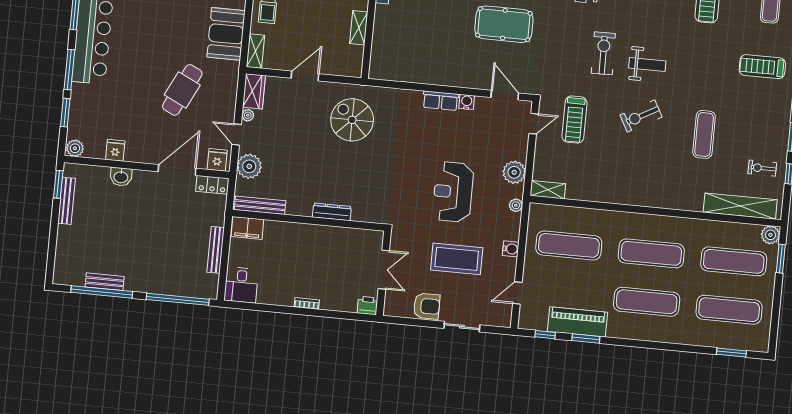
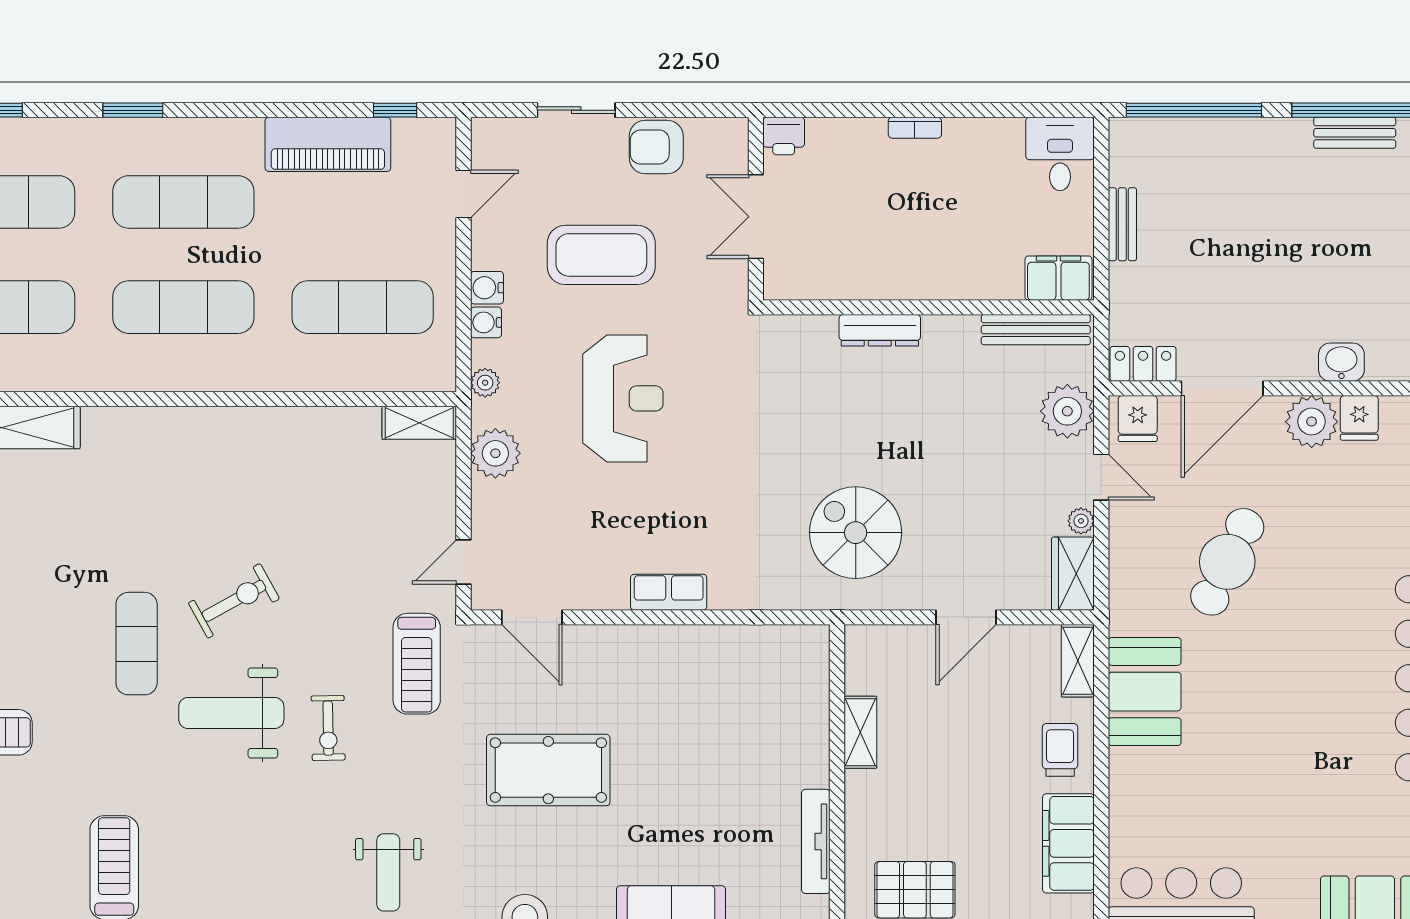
exercise bike: (603, 53) -> (328, 728), width x0.73, depth x0.72
weight bench: (647, 65) -> (231, 713), width x1.36, depth x1.33
water cooler: (467, 102) -> (486, 322), moved, turned 90
spiral stairs: (352, 120) -> (856, 533), turned 180
treadmill: (574, 120) -> (417, 664), moved, turned 180
exercise mat: (704, 134) -> (137, 644), moved
plant: (137, 151) -> (1312, 422), added
bench: (216, 250) -> (1122, 224), width x0.73
window: (586, 339) -> (133, 110), moved

